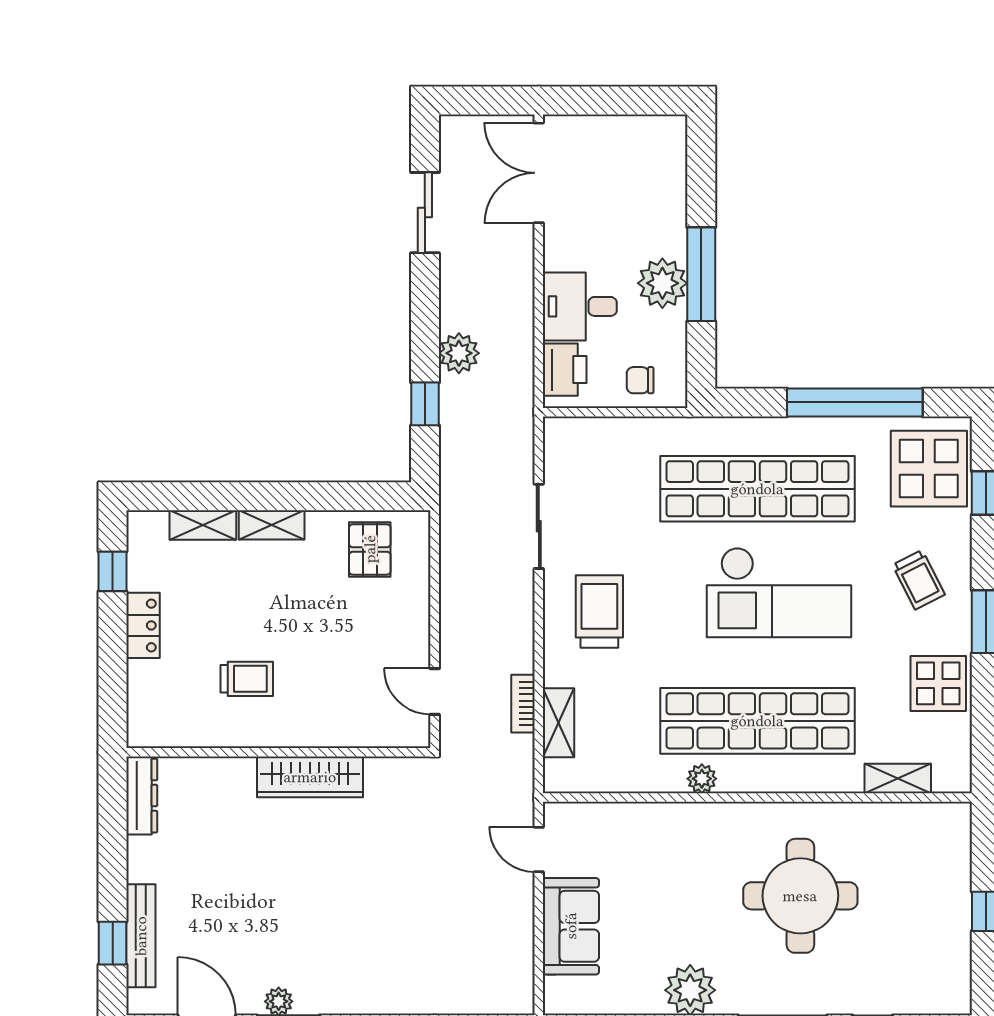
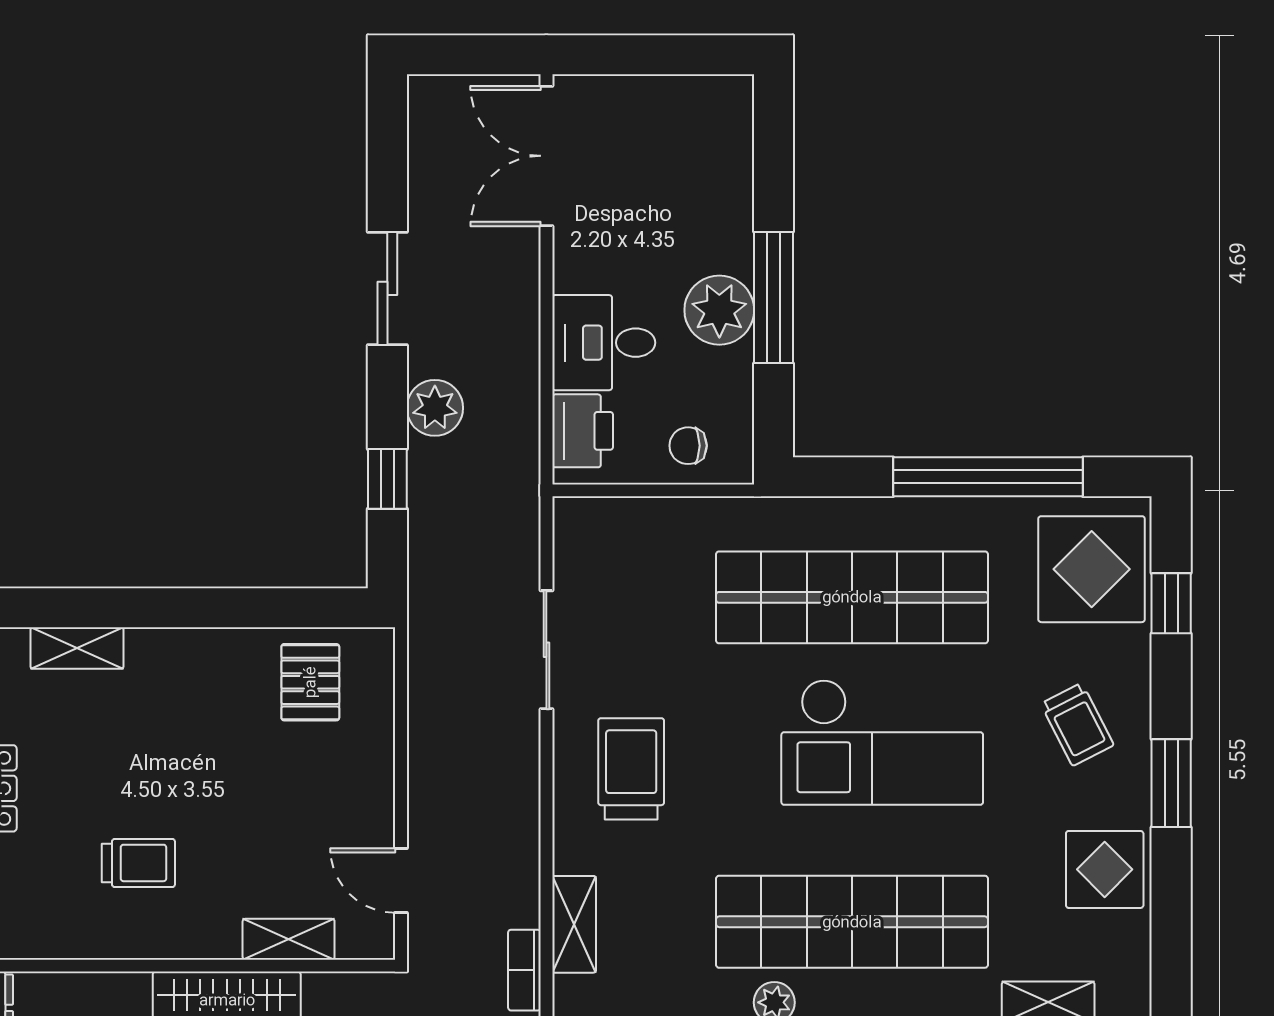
sliding door: (425, 213) -> (387, 288), moved
shelving: (272, 525) -> (289, 939), moved
bookcase: (523, 704) -> (524, 970), moved

